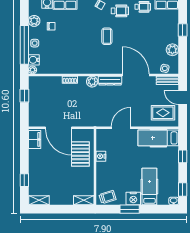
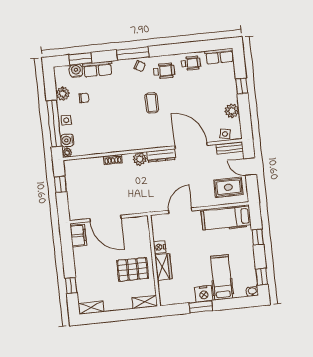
pallet: (80, 154) -> (133, 269), moved, turned 90
wardrobe: (102, 173) -> (163, 267), added
trolley: (108, 197) -> (173, 295), removed

